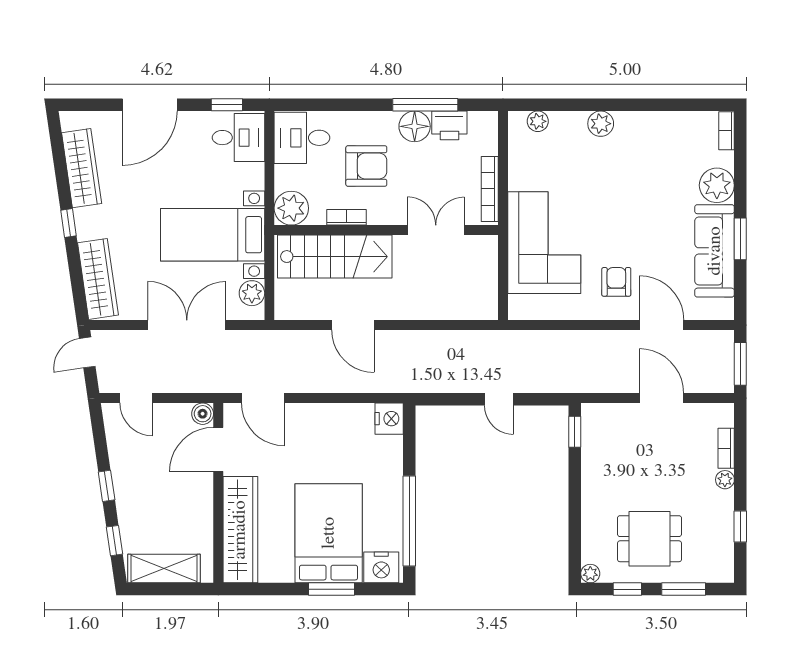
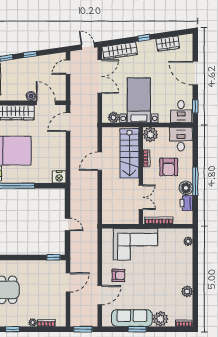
window: (425, 105) -> (195, 181), moved
plant: (601, 124) -> (187, 291), moved
wardrobe: (82, 168) -> (168, 44), width x0.67
double door: (187, 325) -> (100, 76), moved
door: (661, 398) -> (68, 282), moved
door: (499, 399) -> (68, 225), swing flipped
boiler: (203, 414) -> (31, 96), moved

